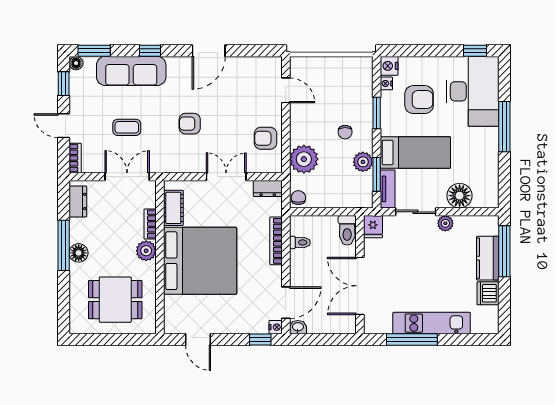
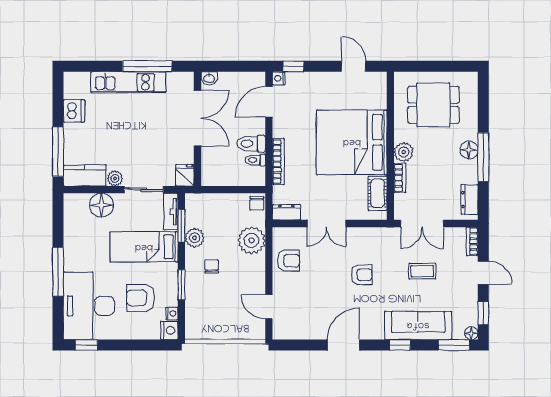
toilet: (347, 230) -> (251, 144), moved, turned -90
kitchen counter: (488, 258) -> (85, 175), moved, turned -90
washbasin: (298, 327) -> (209, 78), moved

